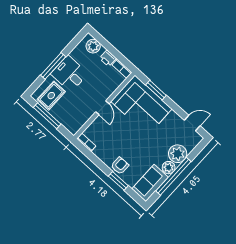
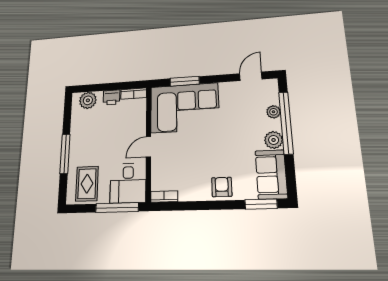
desk: (69, 74) -> (128, 183), moved, turned -90
door: (102, 108) -> (148, 147), swing flipped
window: (47, 116) -> (117, 208), moved
plant: (178, 154) -> (273, 112), width x0.53, depth x0.53
window: (173, 176) -> (286, 123), moved
window: (118, 181) -> (261, 204), moved

